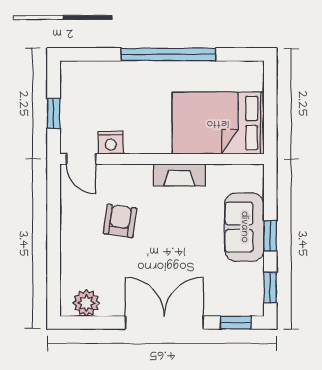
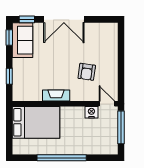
window: (54, 113) -> (121, 127), width x2.17
sofa: (244, 227) -> (23, 40), moved
window: (270, 236) -> (9, 76), moved
plant: (86, 303) -> (104, 29), removed

